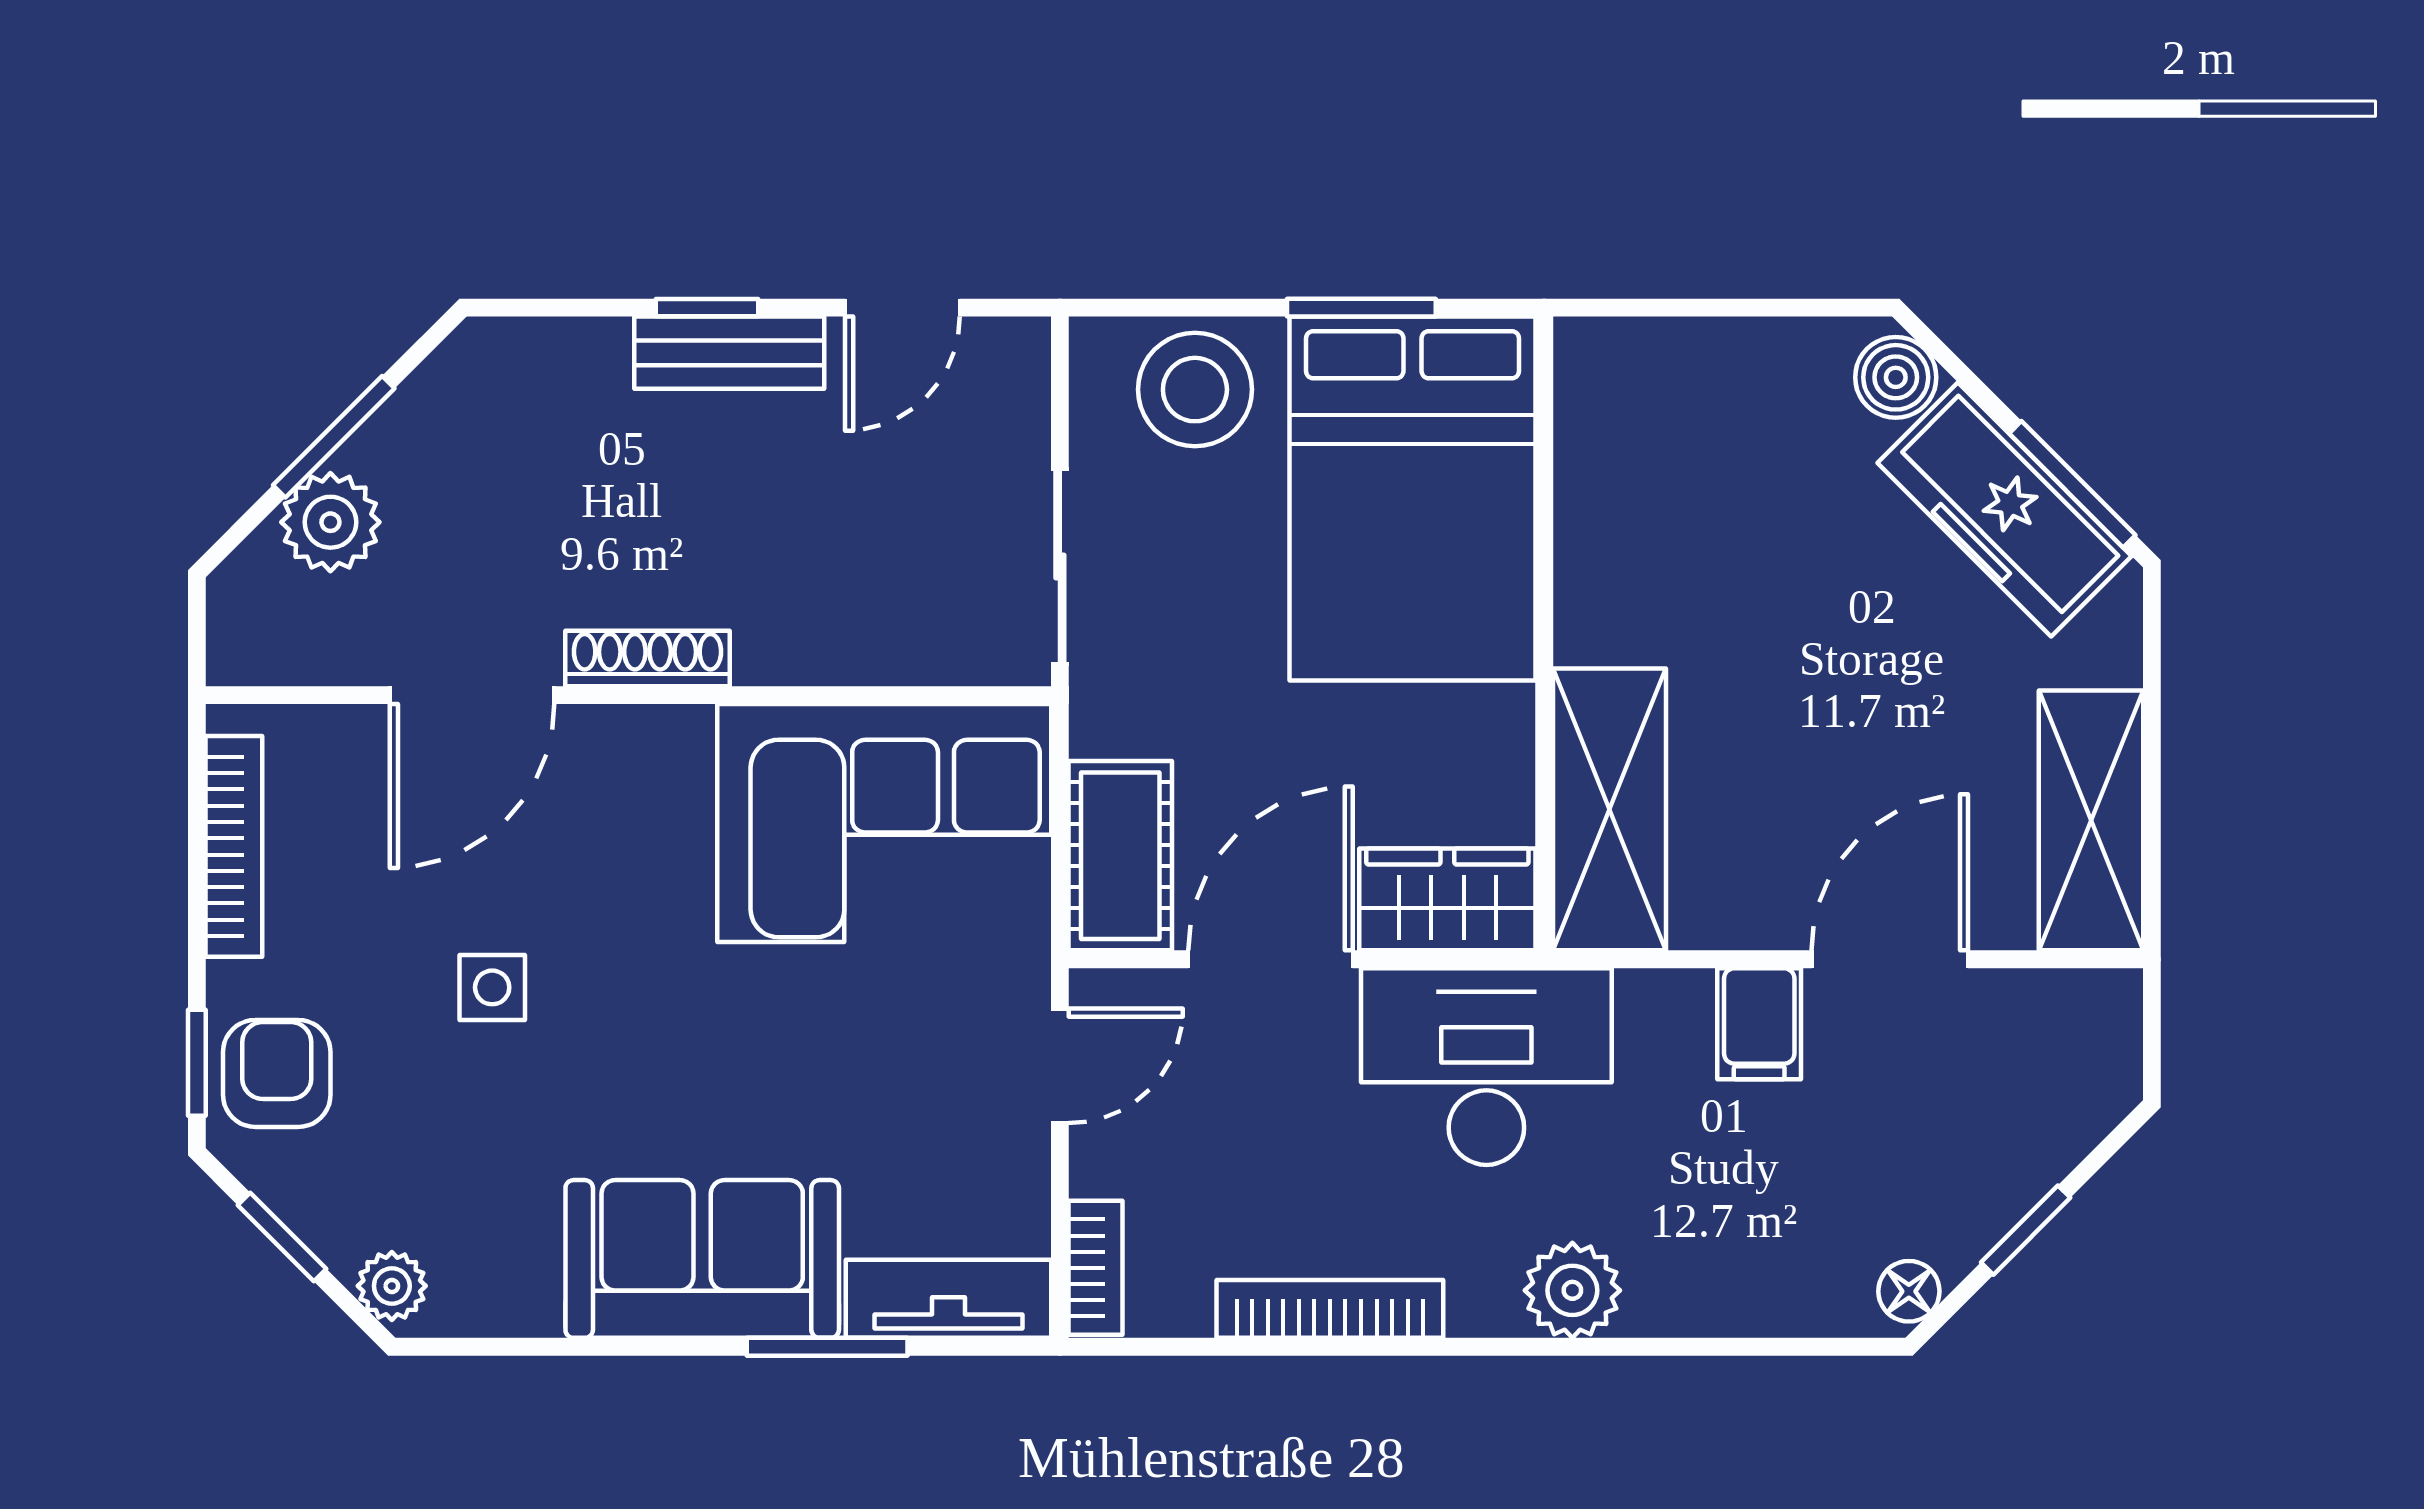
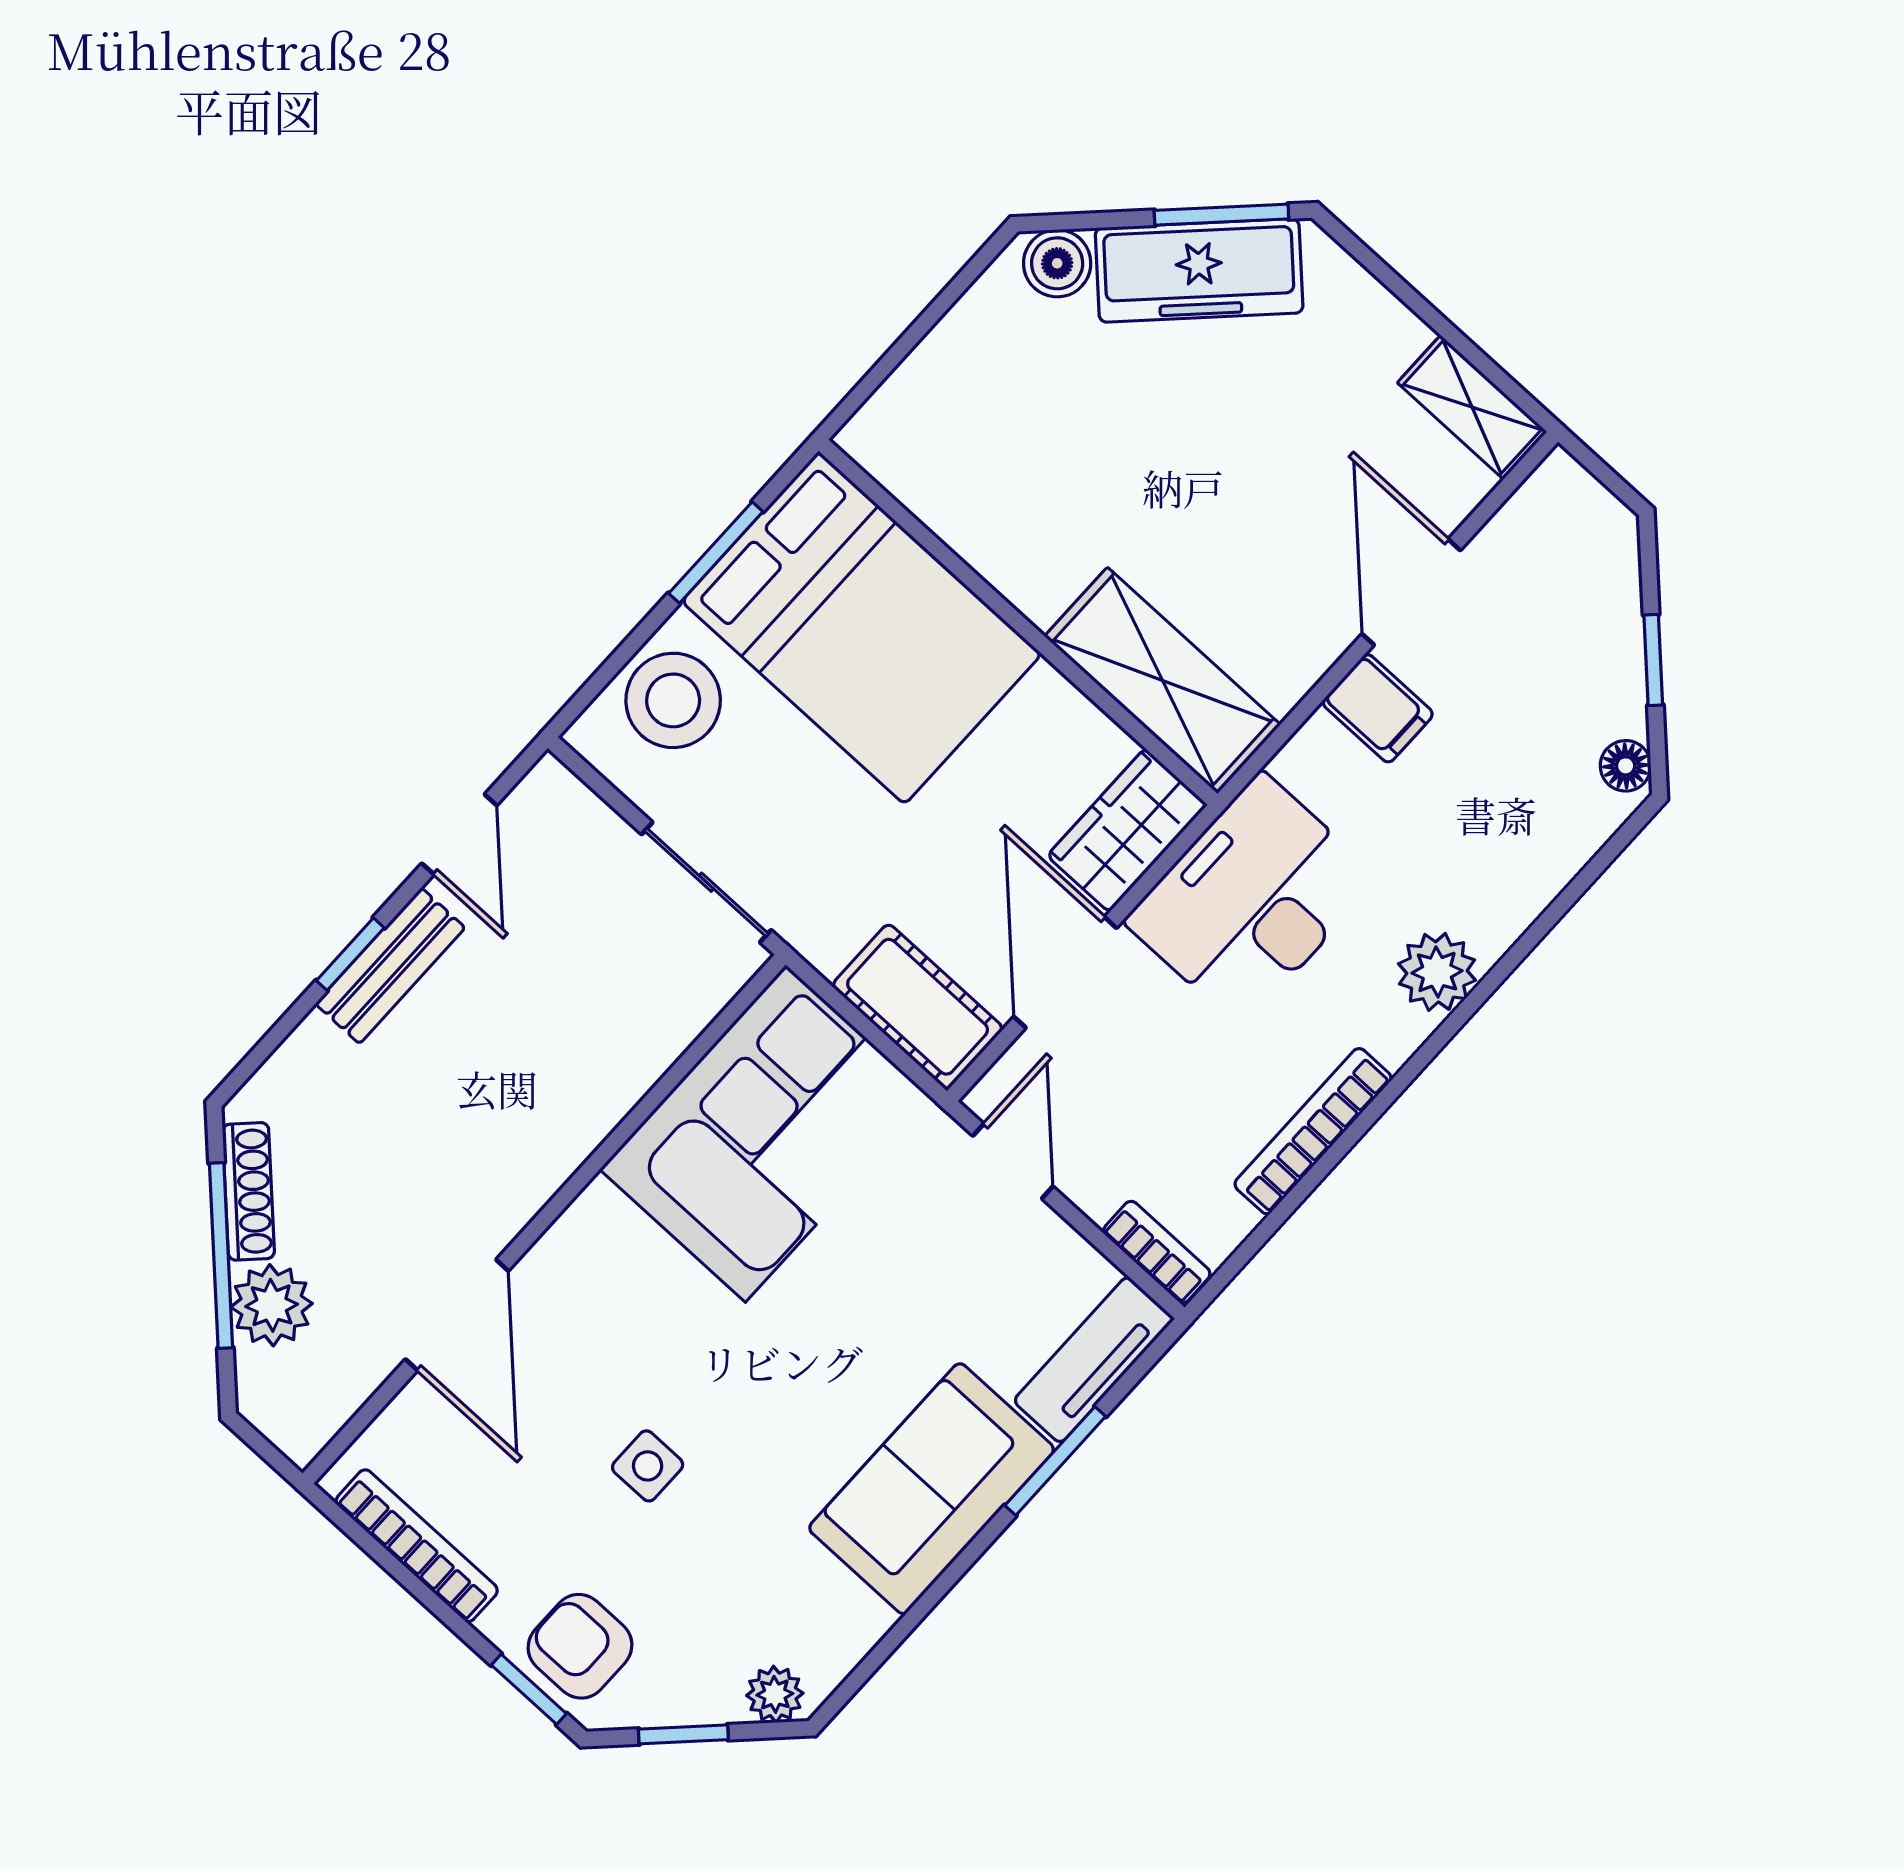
window: (334, 437) -> (221, 1256), width x1.44
shoe rack: (648, 658) -> (248, 1191), moved, turned 135
shelving: (2091, 820) -> (1472, 407), width x0.67, depth x0.75

